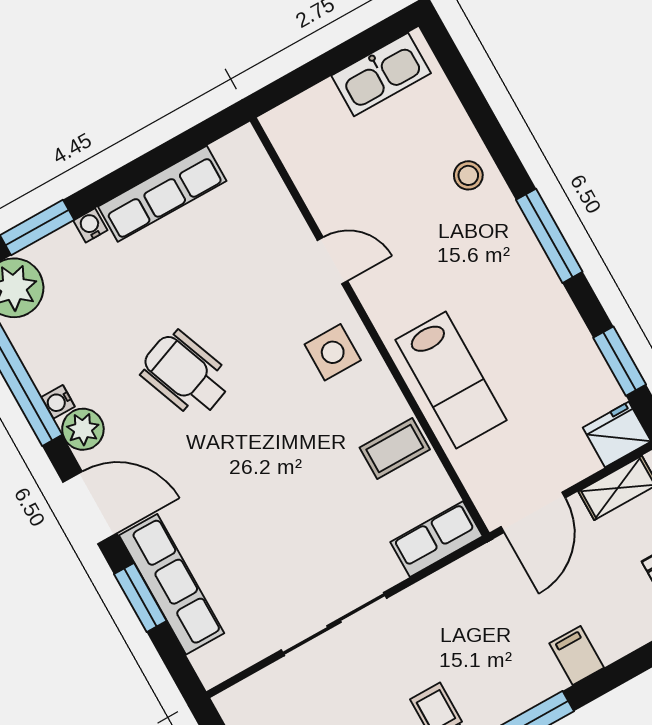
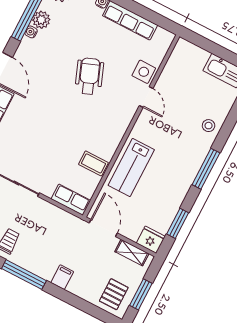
side table: (333, 352) -> (144, 72), moved
wheelchair: (186, 374) -> (89, 76), moved
plant: (83, 429) -> (41, 20), moved
door: (533, 512) -> (103, 228), swing flipped

